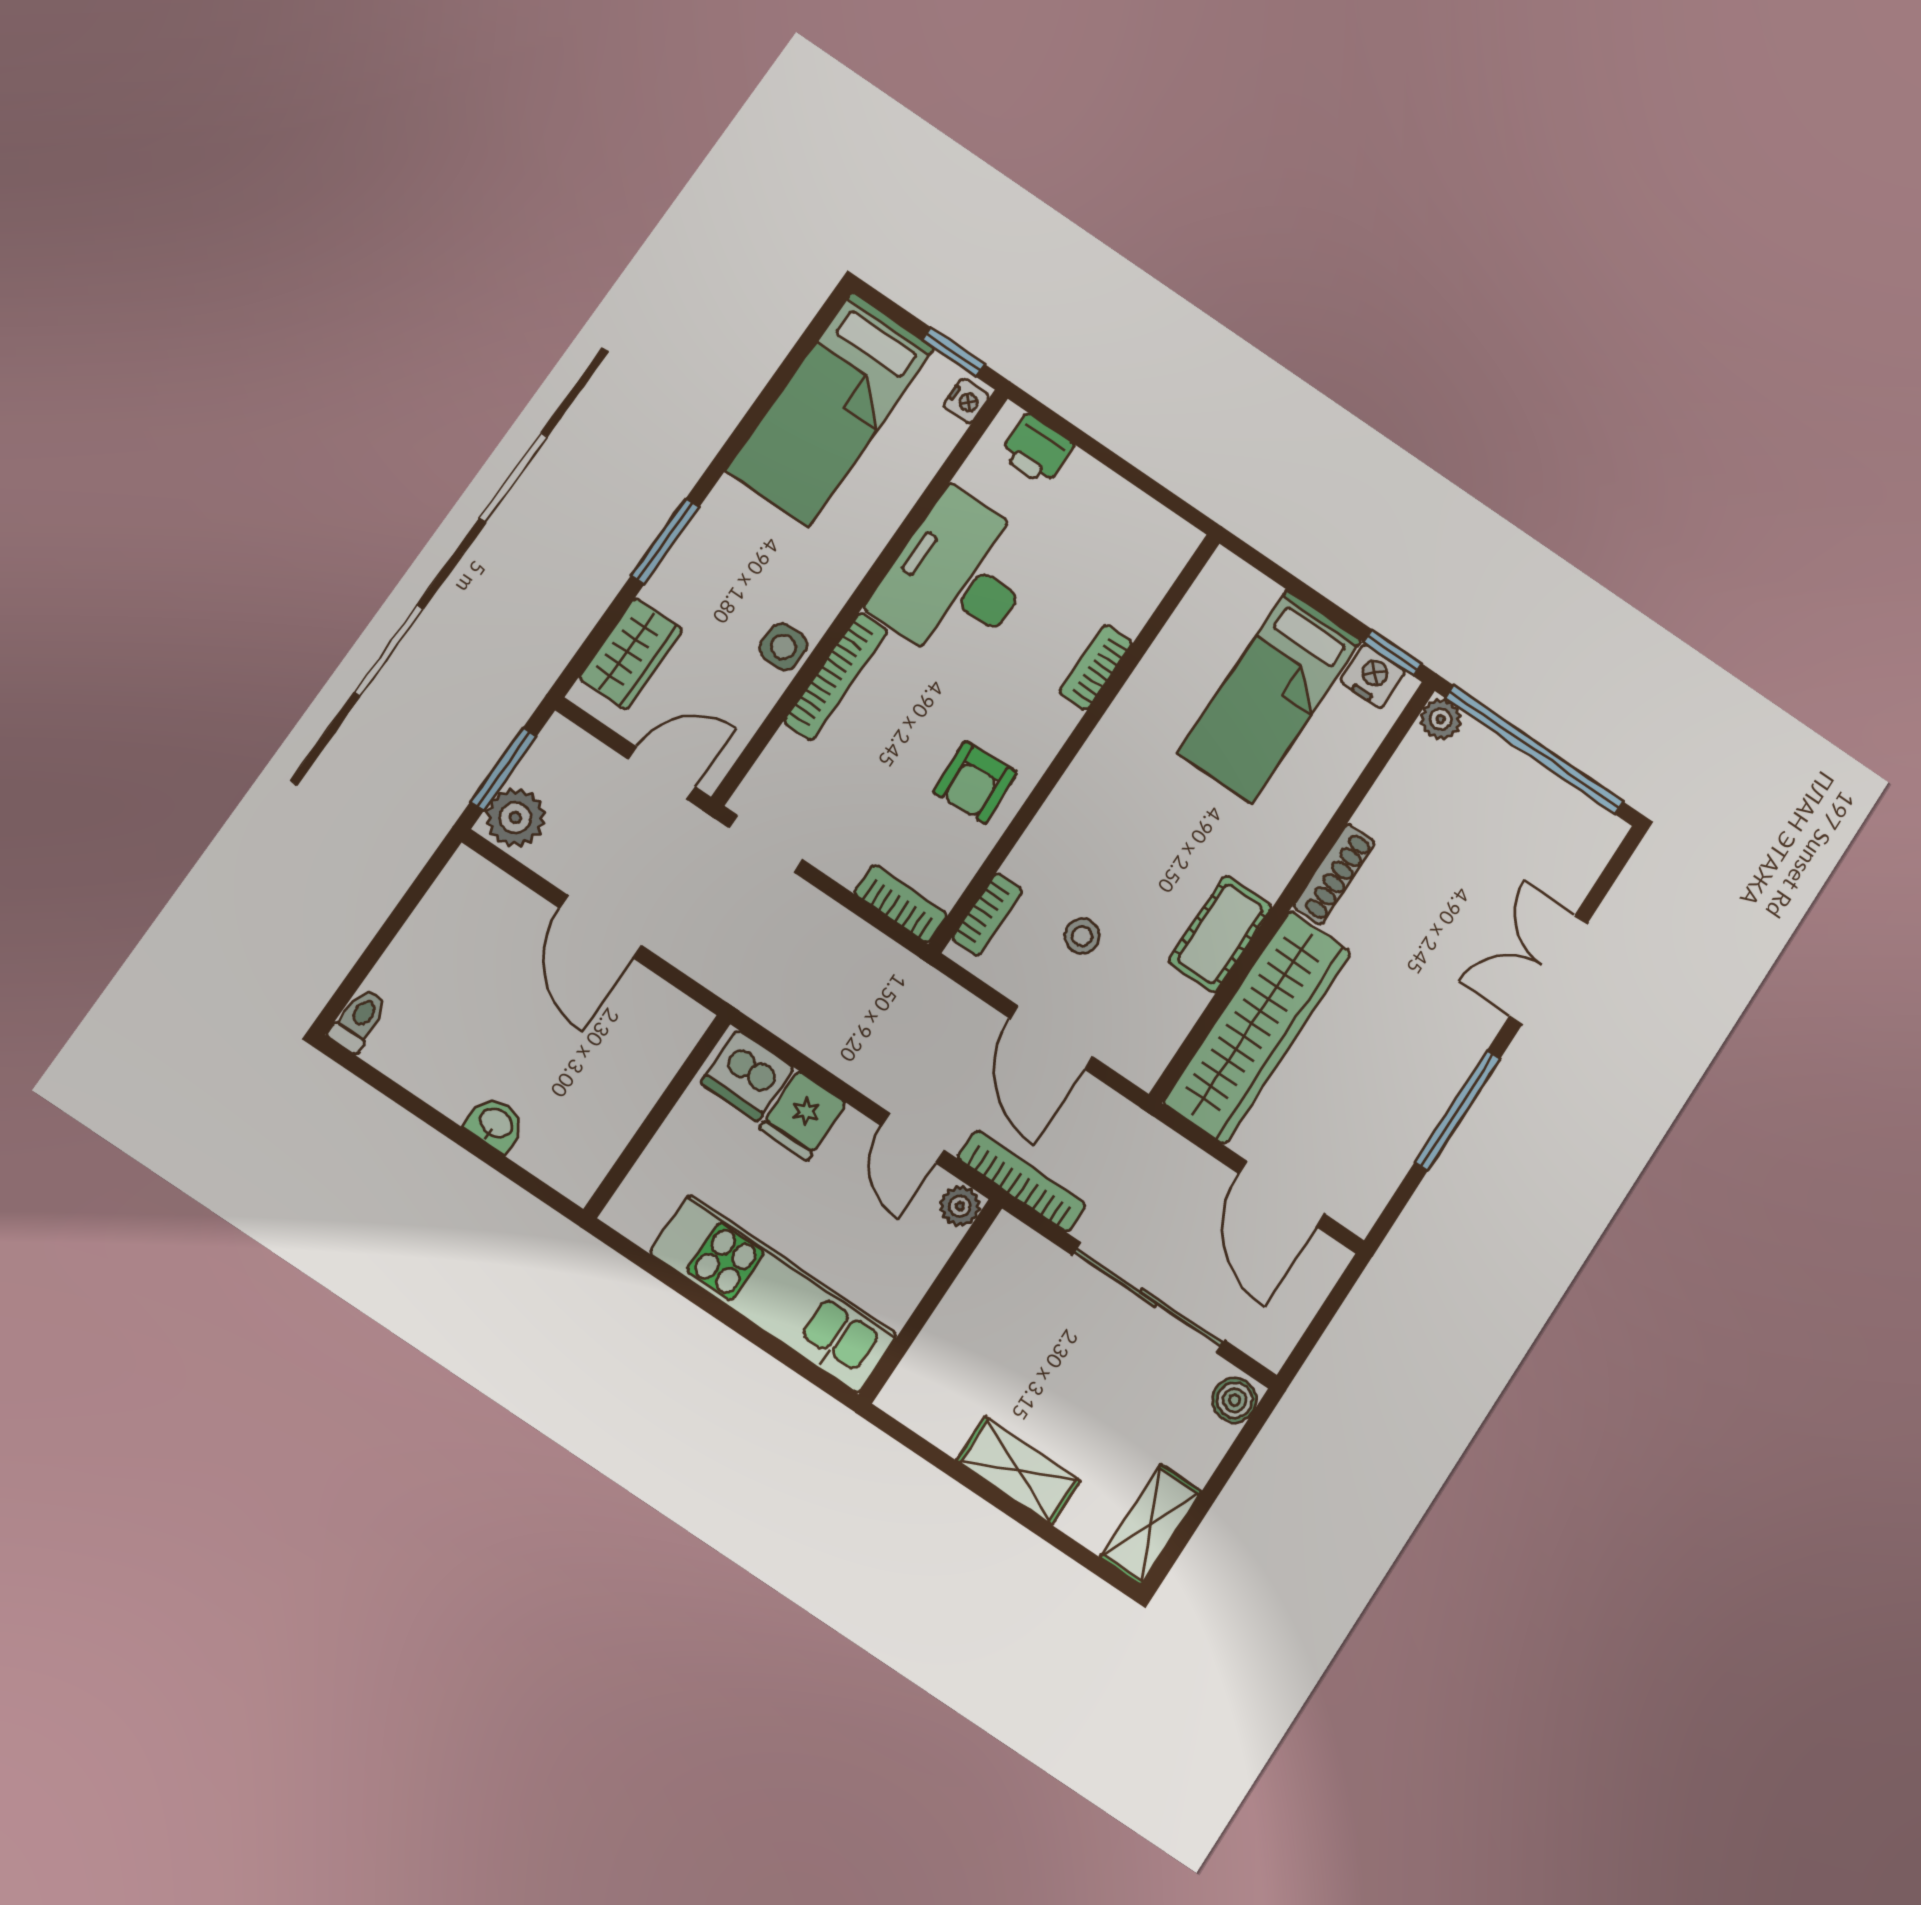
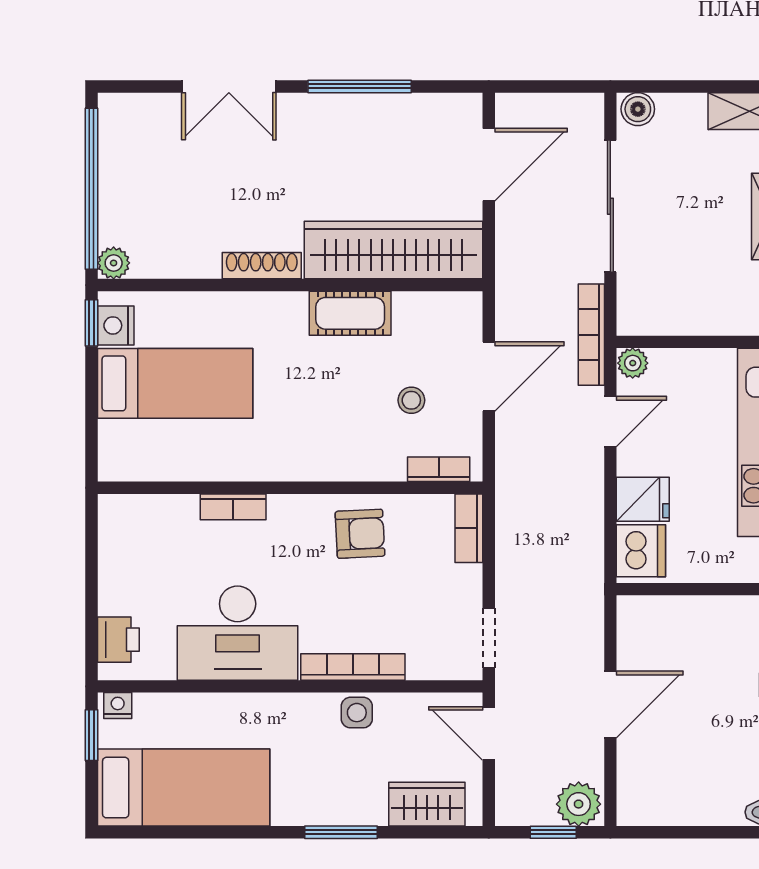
window: (504, 769) -> (553, 832), width x0.67

